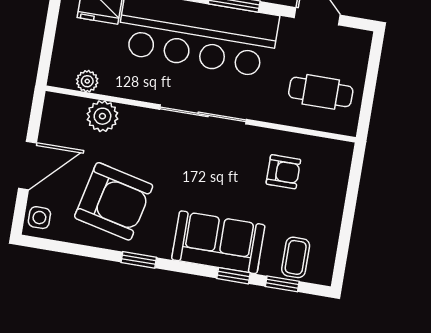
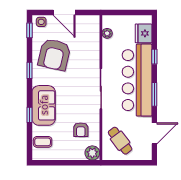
cafe table: (321, 92) -> (120, 141), turned -37
plant: (102, 116) -> (92, 153), moved
window: (282, 284) -> (30, 30), moved

